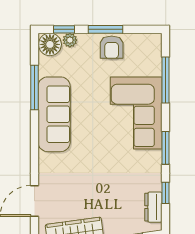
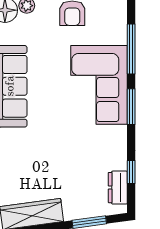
window: (166, 148) -> (131, 107), moved

